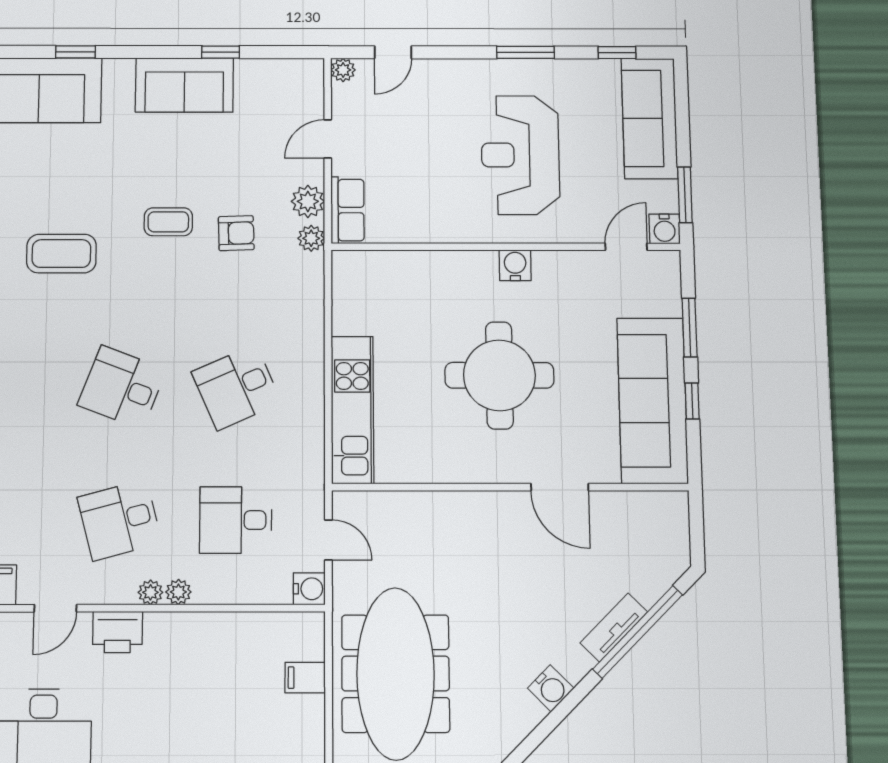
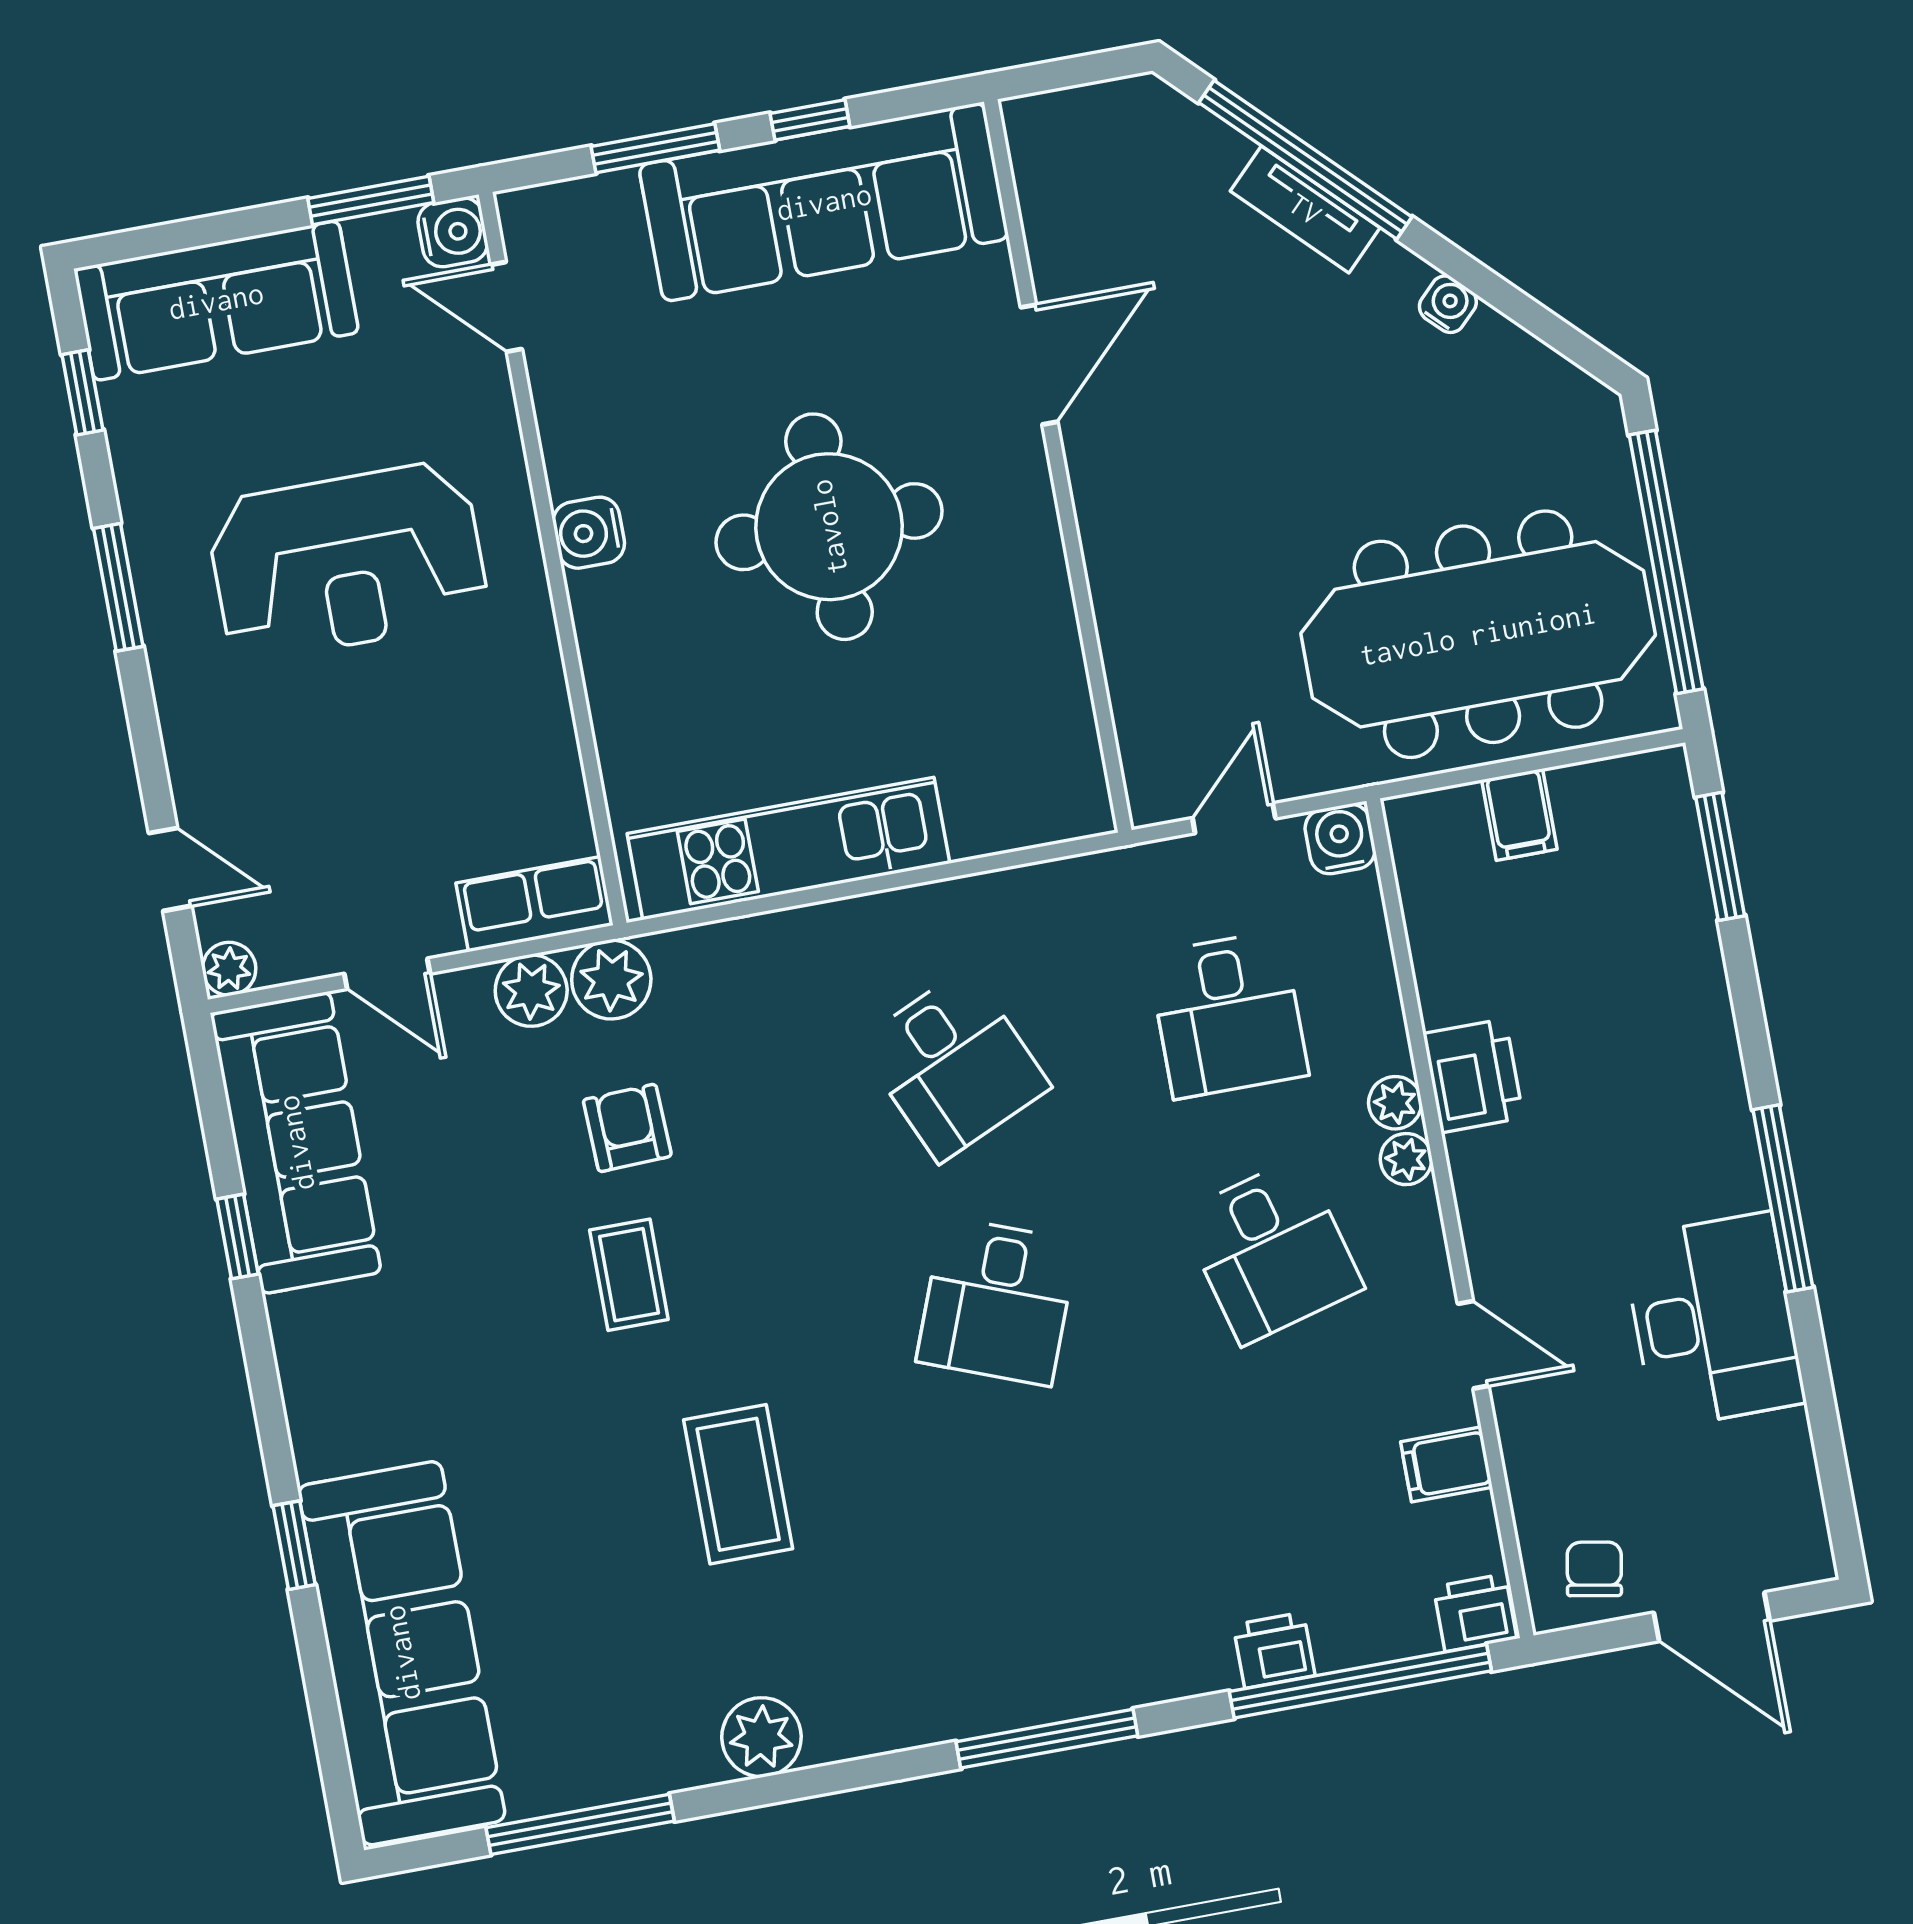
sofa: (184, 85) -> (296, 1143), moved, width x1.36
plant: (311, 238) -> (611, 980), width x1.38, depth x1.38
kitchen unit: (352, 410) -> (788, 848), moved
printer: (118, 632) -> (1473, 1076), moved
water cooler: (551, 688) -> (1448, 304), width x0.72, depth x0.72

